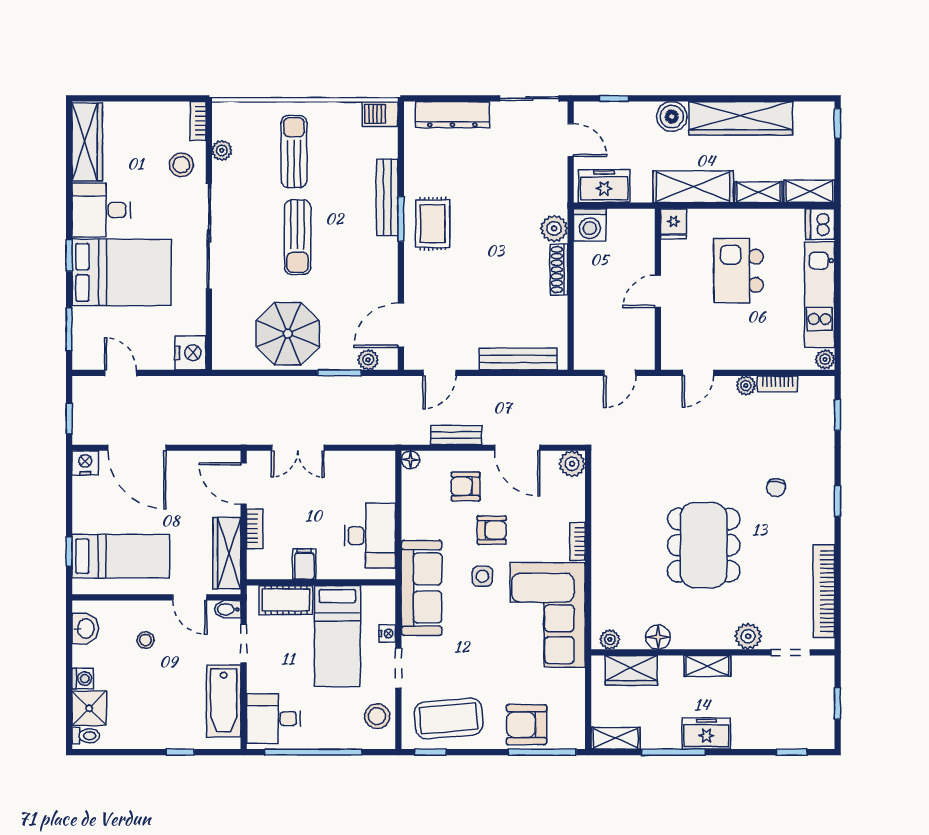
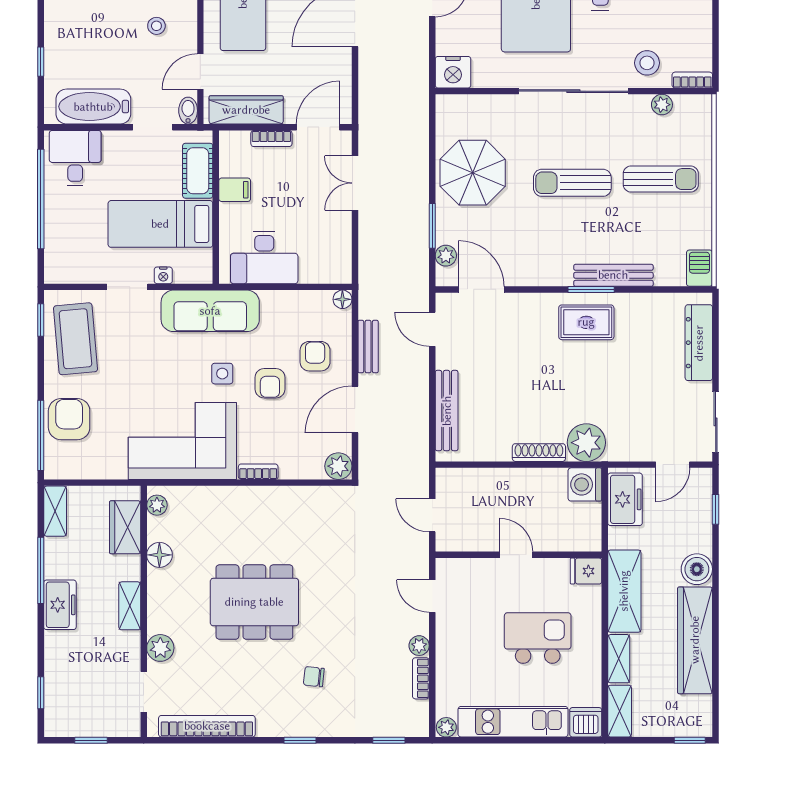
plant: (554, 228) -> (586, 443), width x1.36, depth x1.36
stool: (377, 716) -> (78, 265), removed

